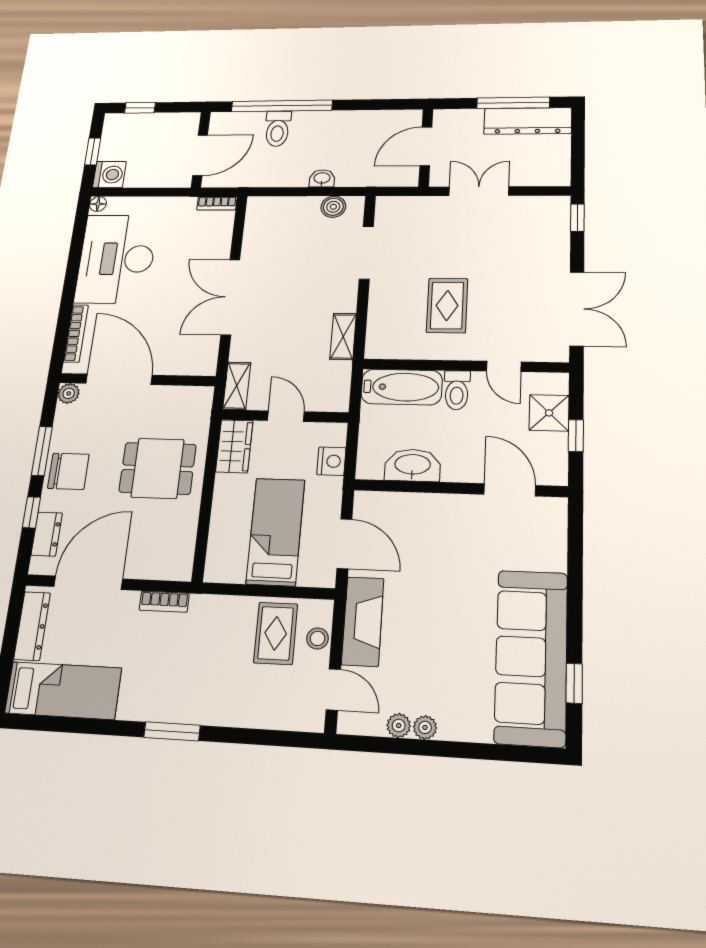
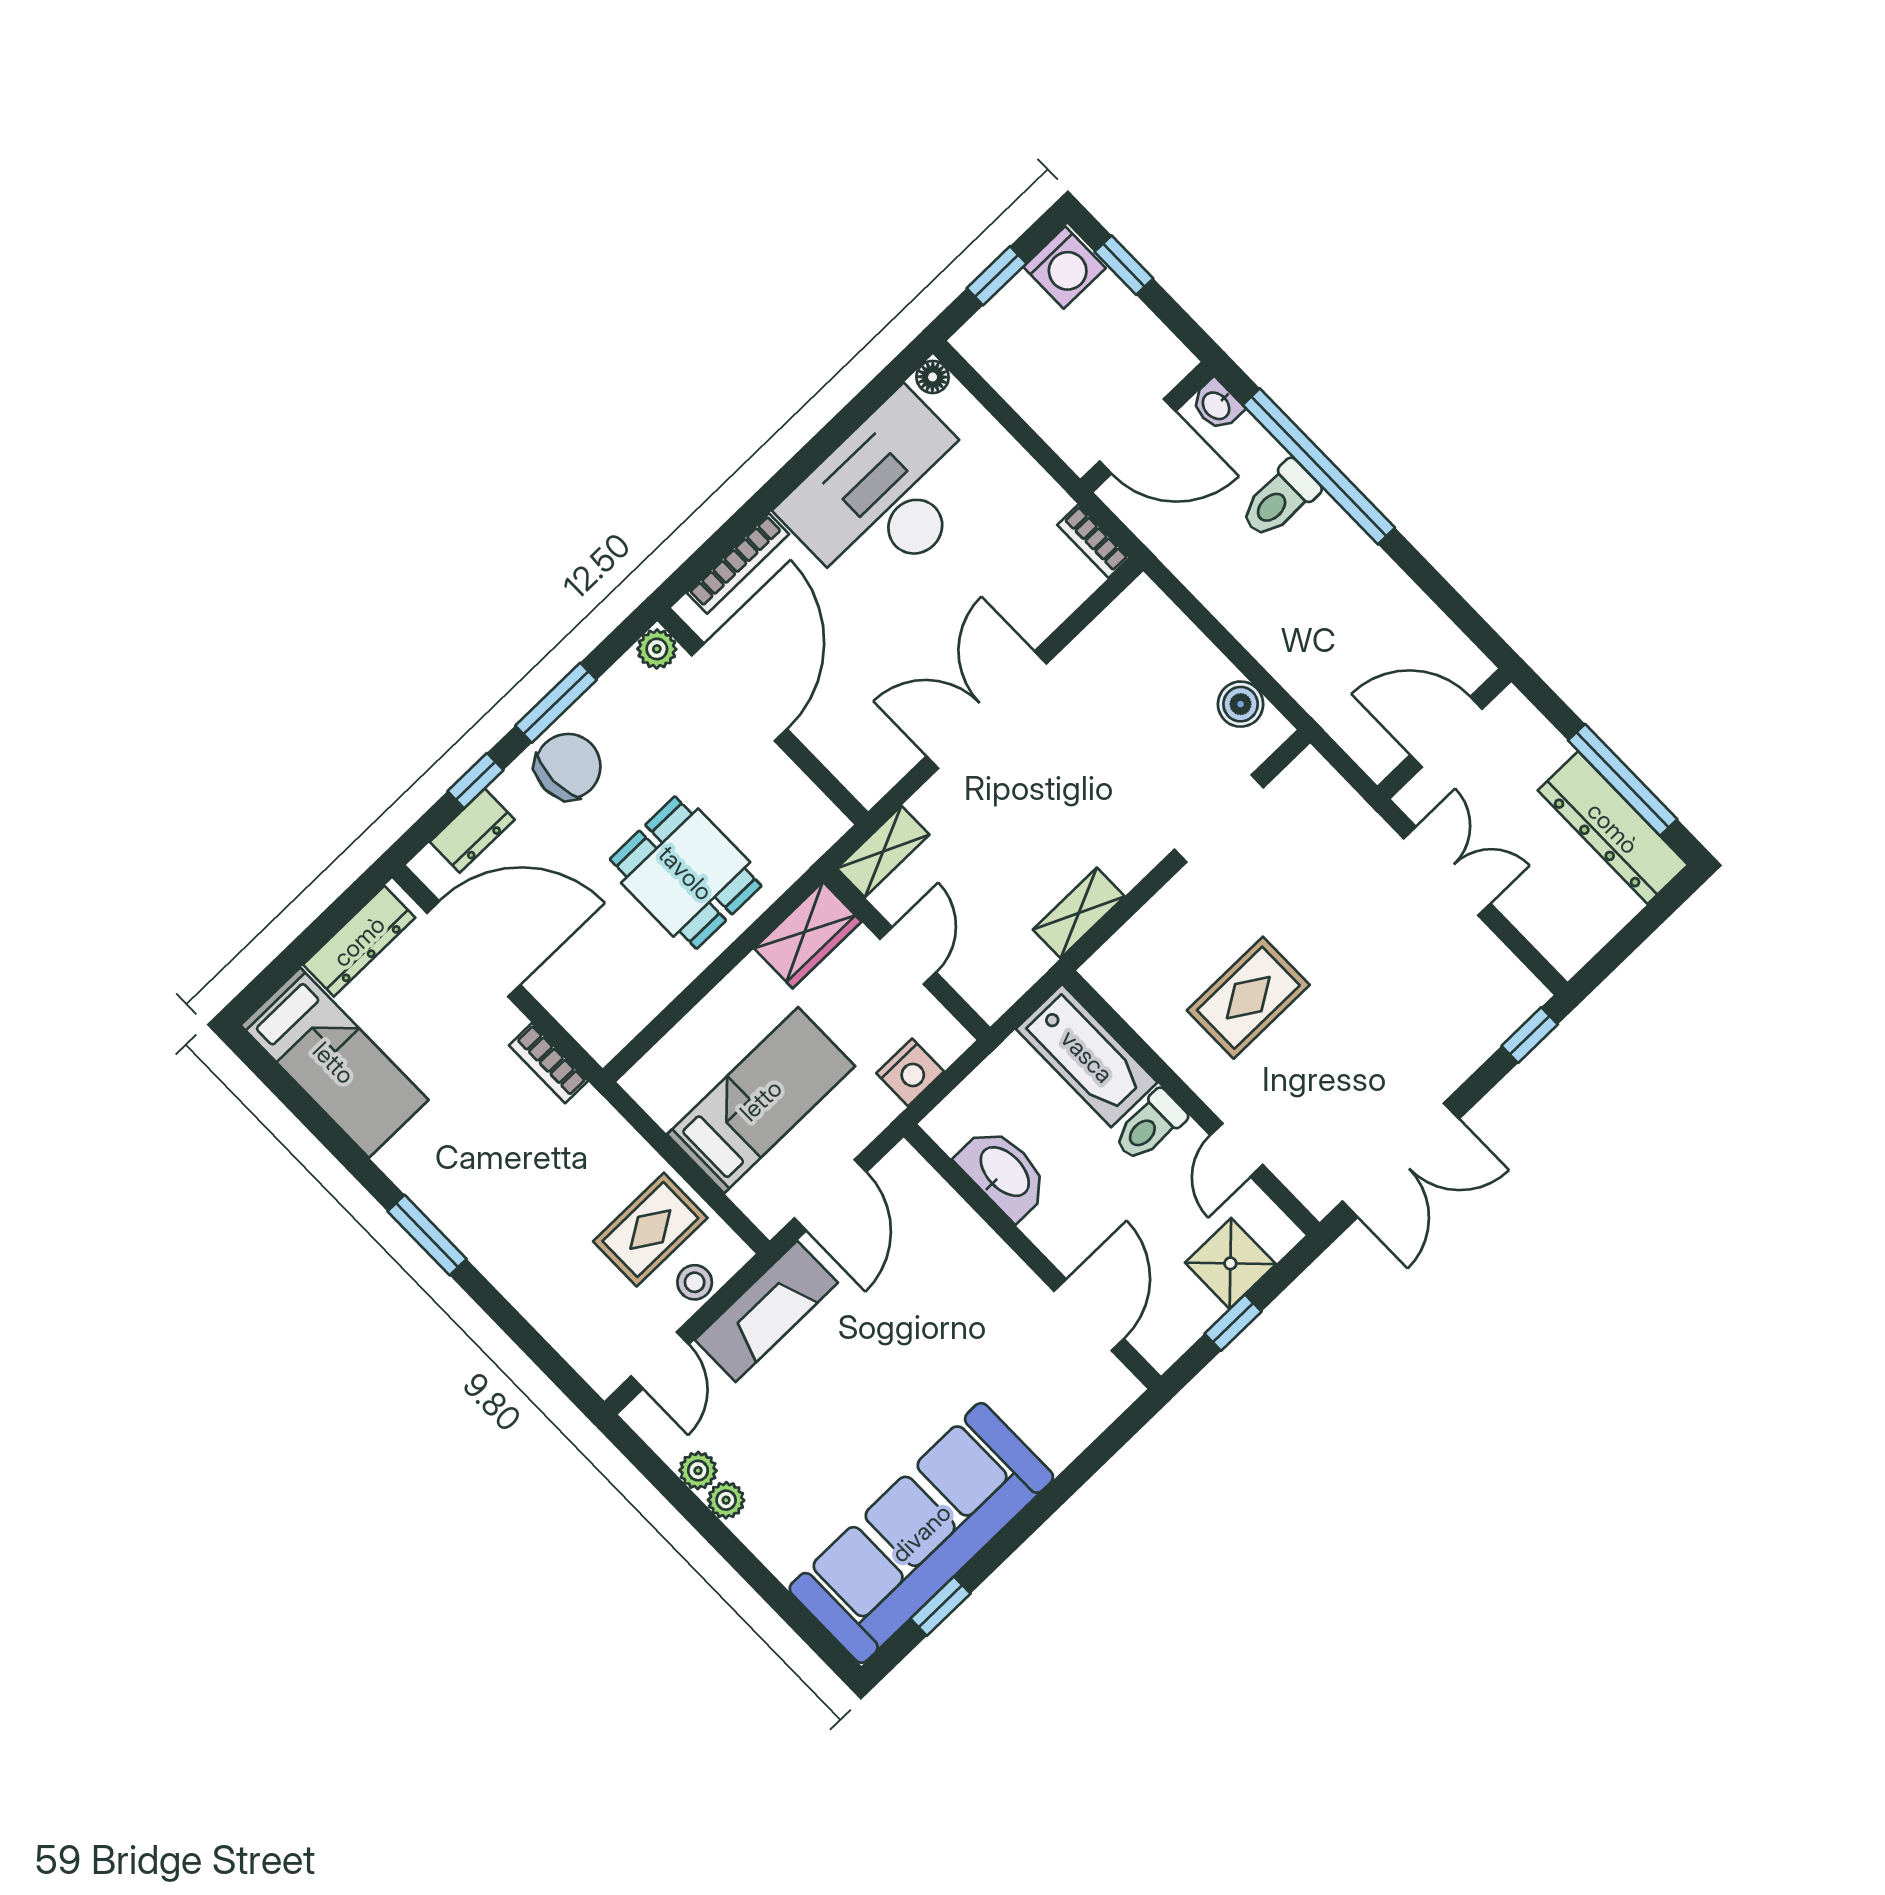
washing machine: (109, 175) -> (1064, 267), moved
washbasin: (322, 178) -> (1217, 405), moved, turned 180
chair: (68, 471) -> (568, 766), turned -90

